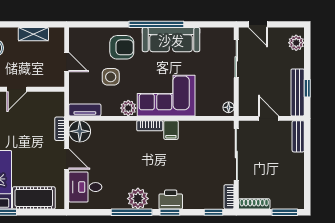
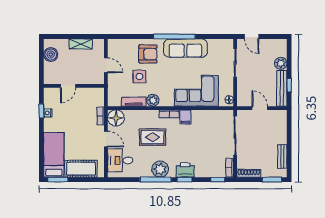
plant: (296, 43) -> (281, 63), moved
corner sofa: (166, 96) -> (196, 91), moved
tv unit: (85, 110) -> (134, 102), moved
bench: (298, 136) -> (282, 157), moved
rug: (128, 156) -> (153, 137), added

